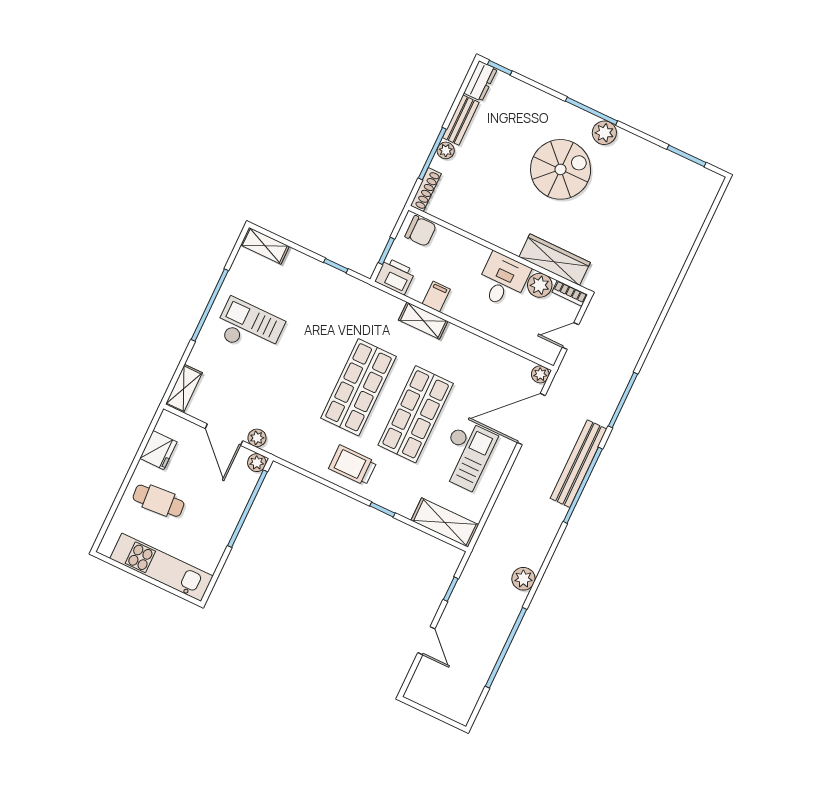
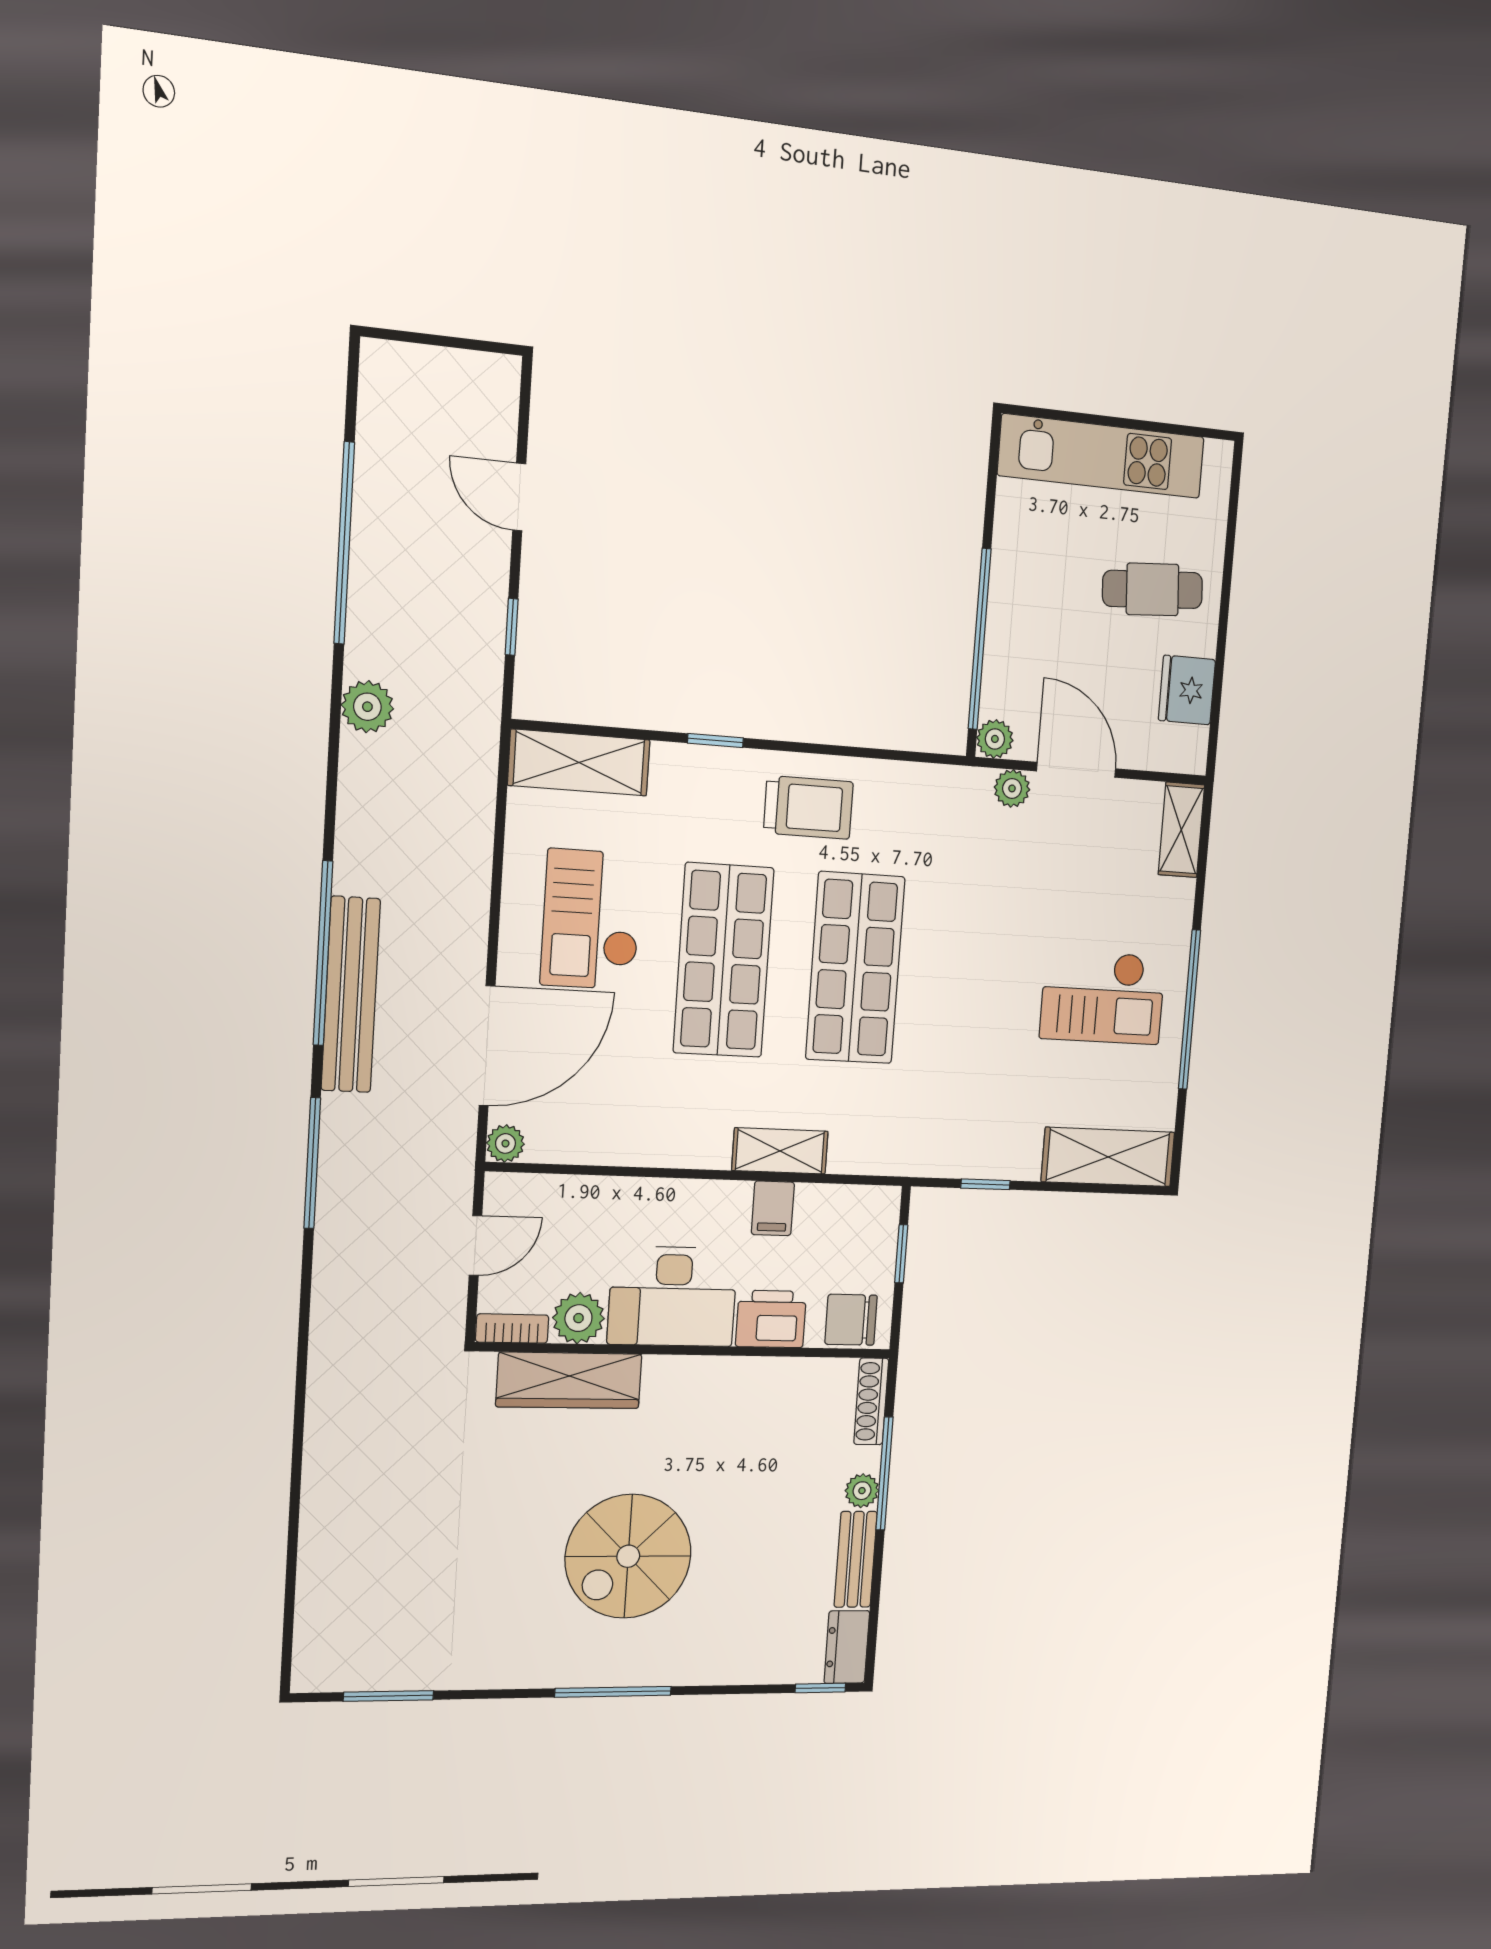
plant: (604, 133) -> (571, 1664), removed
shelving: (265, 246) -> (1108, 1157), width x1.50, depth x1.33
printer: (395, 276) -> (771, 1319), moved, turned 180
desk: (503, 280) -> (673, 1296), width x1.37

